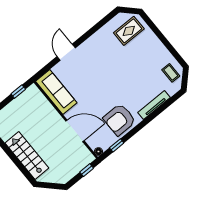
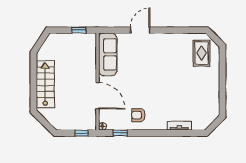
rug: (129, 31) -> (201, 53), turned 90
coffee table: (171, 73) -> (207, 112), removed
tv unit: (154, 105) -> (179, 126), width x0.71
armchair: (119, 120) -> (139, 115), width x0.53, depth x0.53

